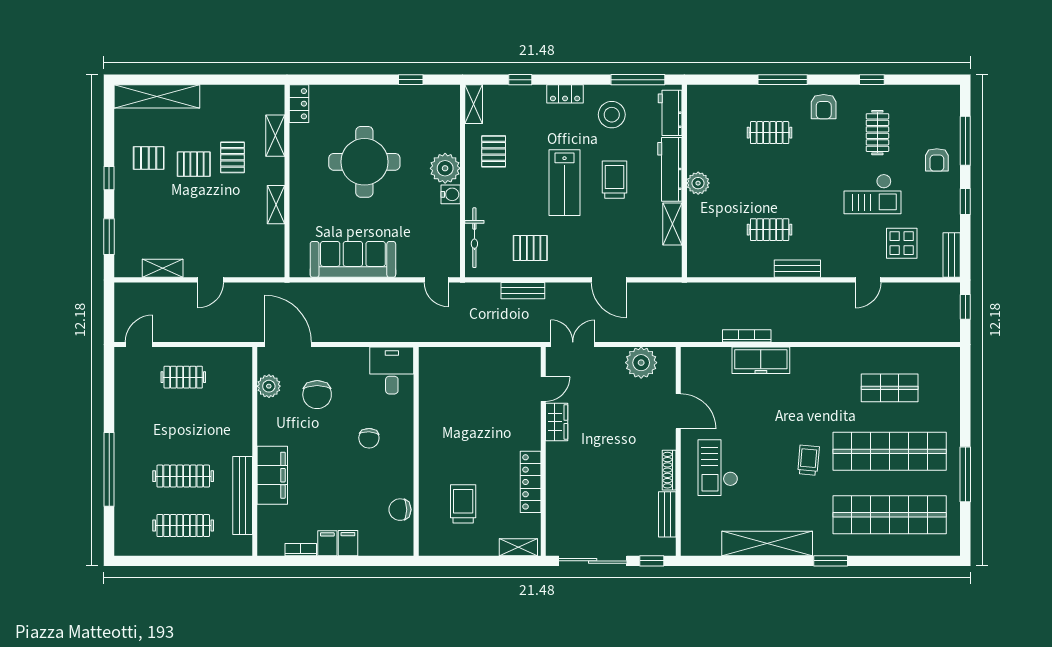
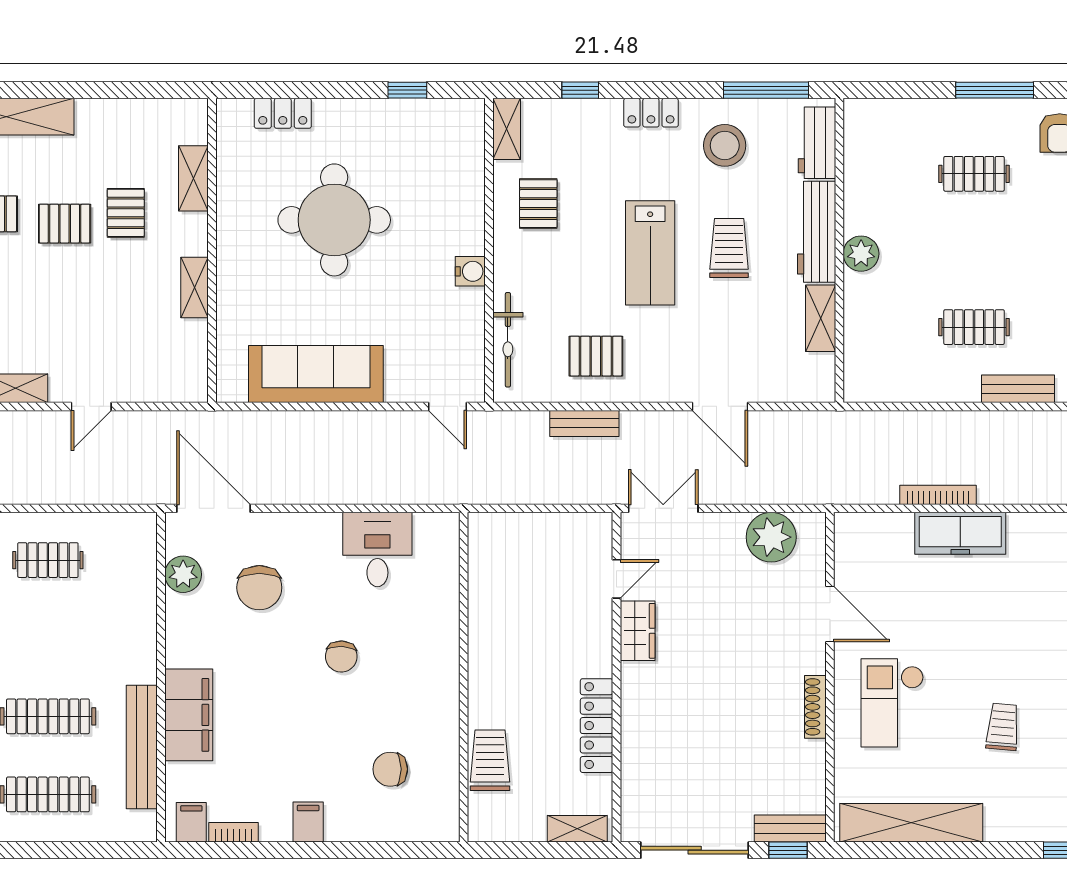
locker: (299, 104) -> (283, 113), moved, turned 90
plant: (445, 168) -> (462, 230), removed
wall: (416, 451) -> (464, 677), moved
trolley: (808, 460) -> (1003, 727), moved
bench: (667, 514) -> (790, 829), moved, turned 90
filing cabinet: (327, 543) -> (191, 822), moved
shelving: (767, 543) -> (911, 823), moved

